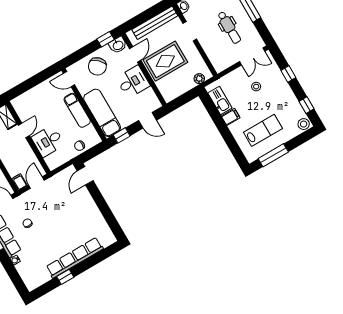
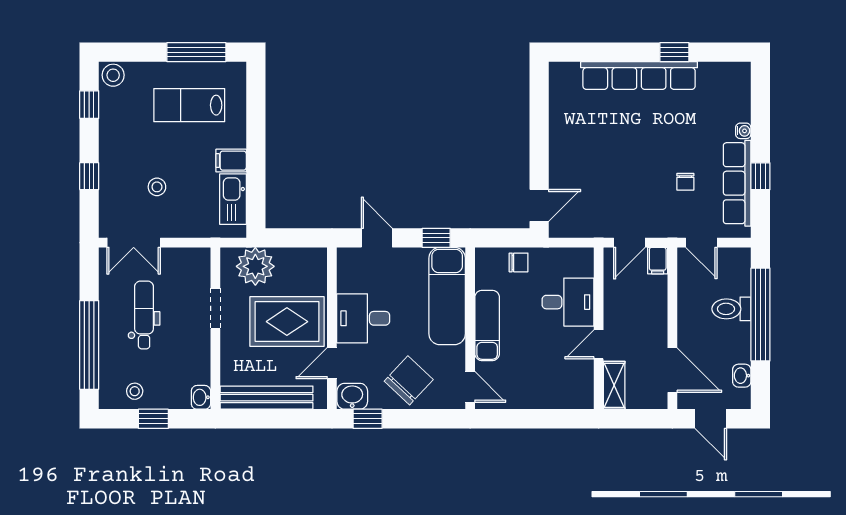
doorway: (190, 31) -> (215, 309), moved
double door: (252, 56) -> (134, 243), swing flipped
plant: (199, 79) -> (255, 266), width x1.87, depth x1.87

